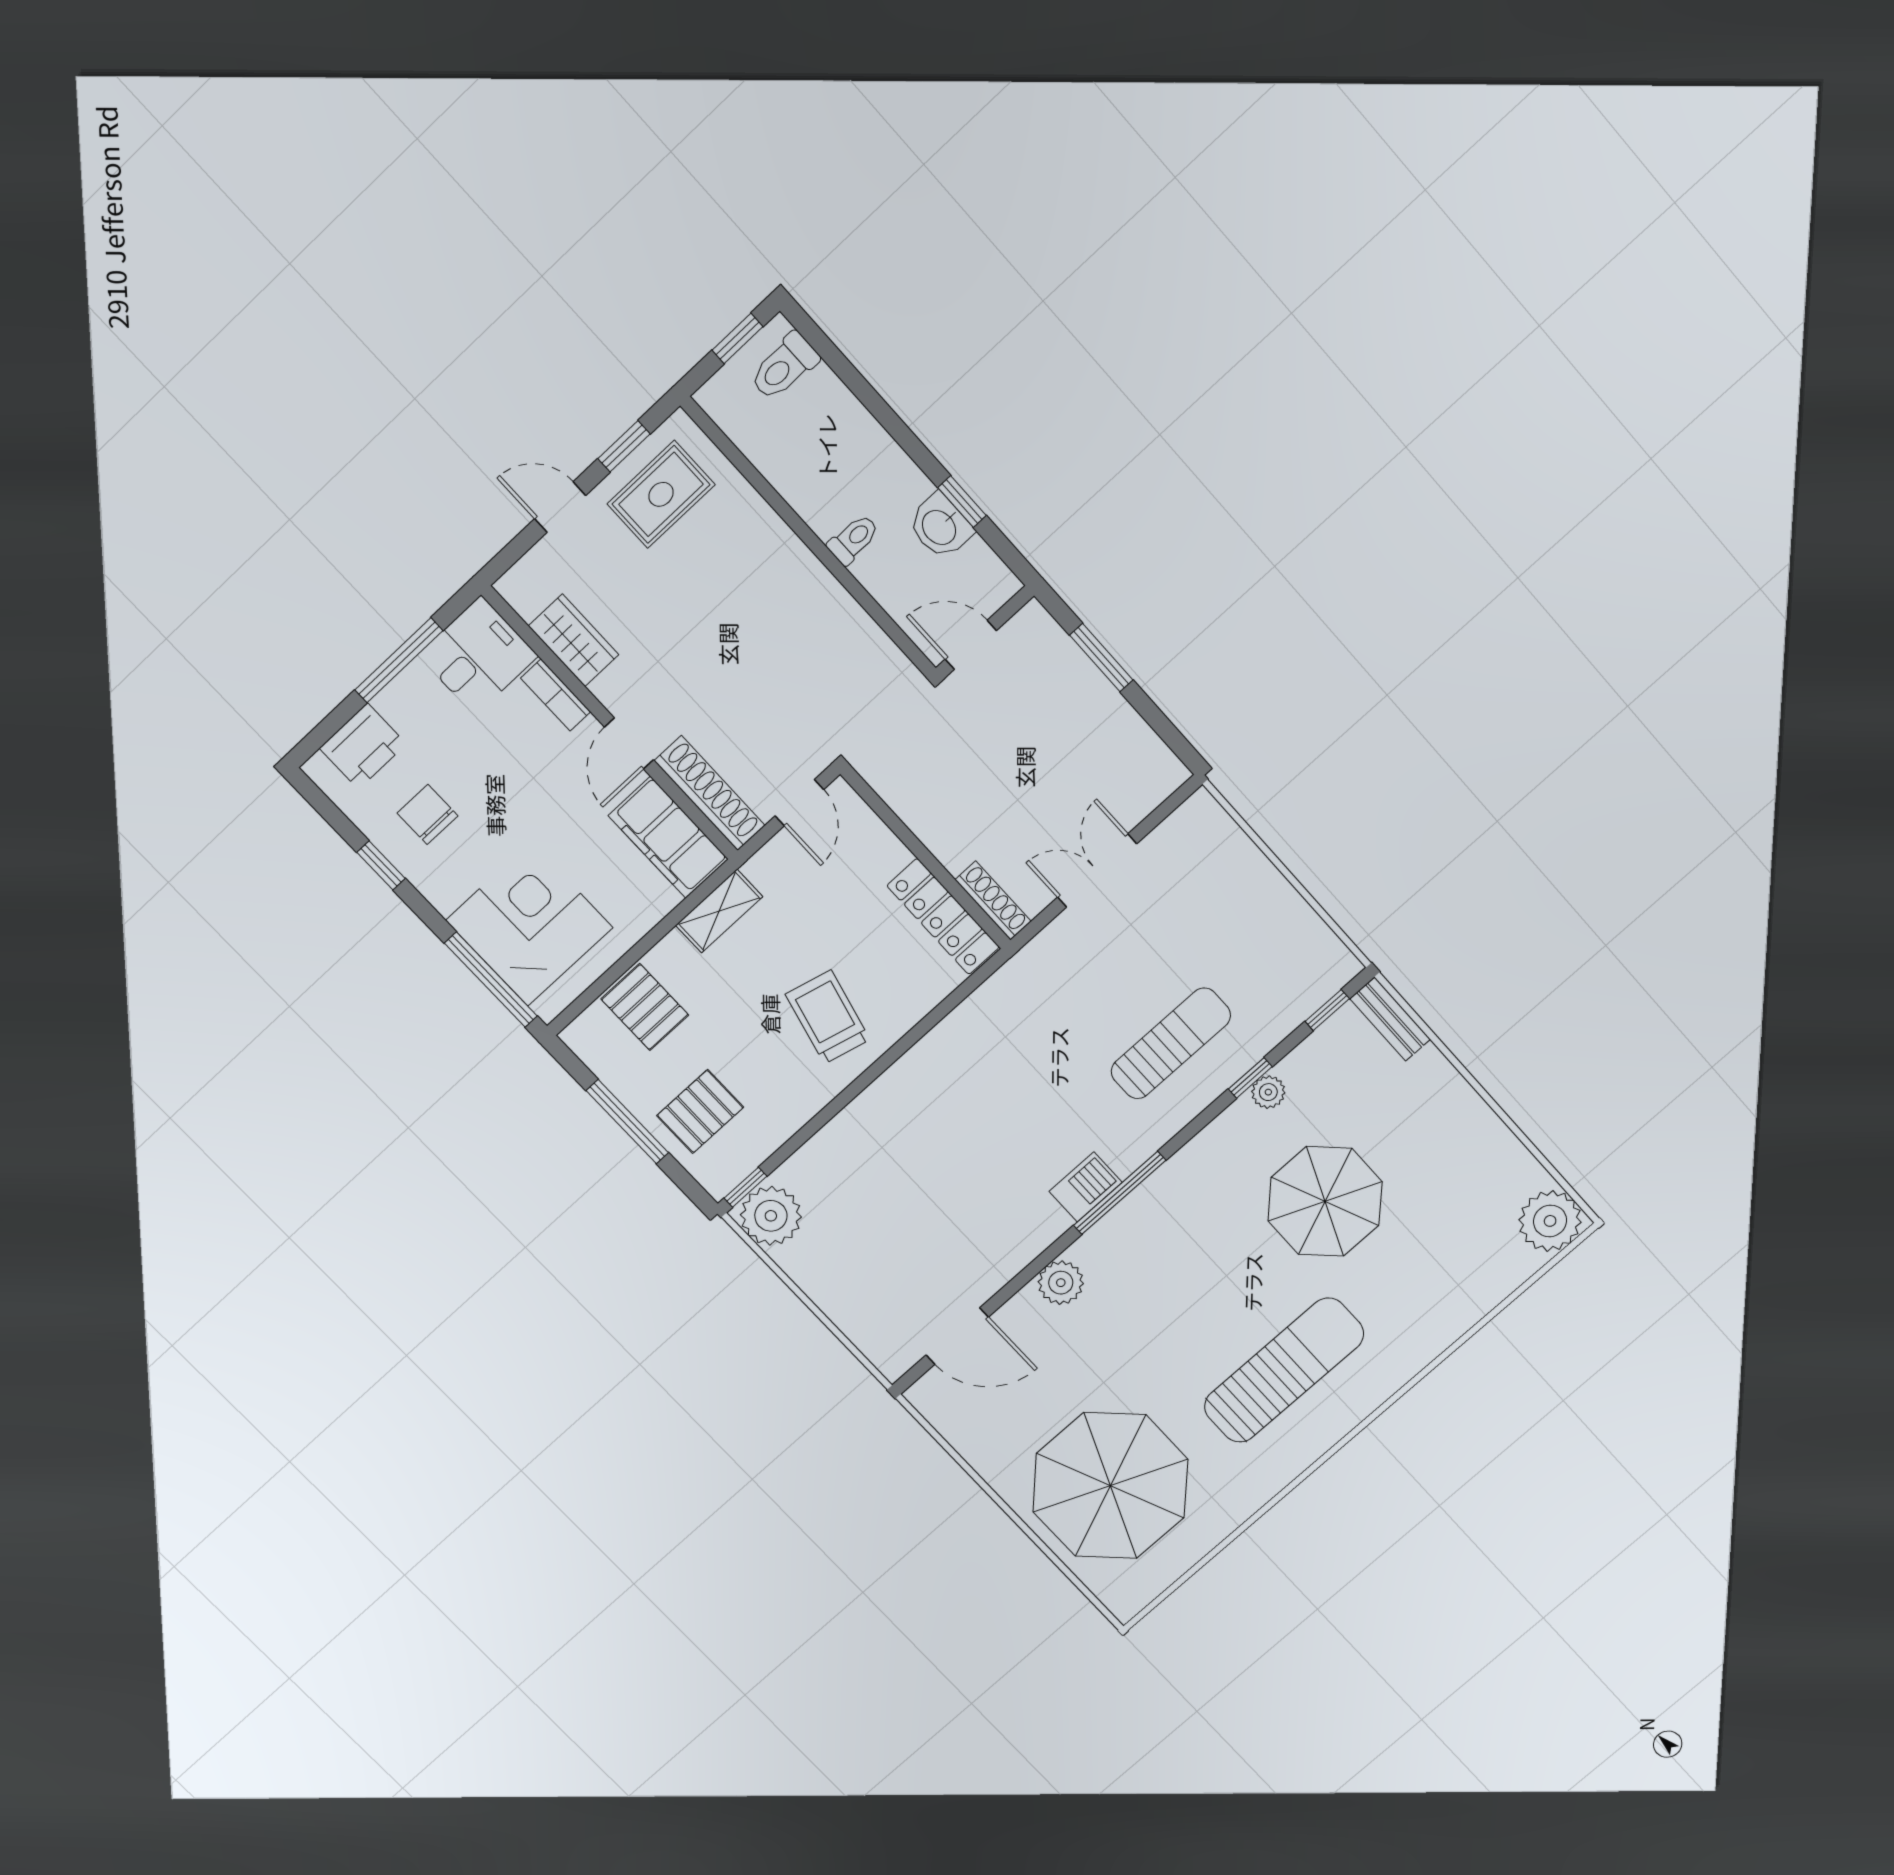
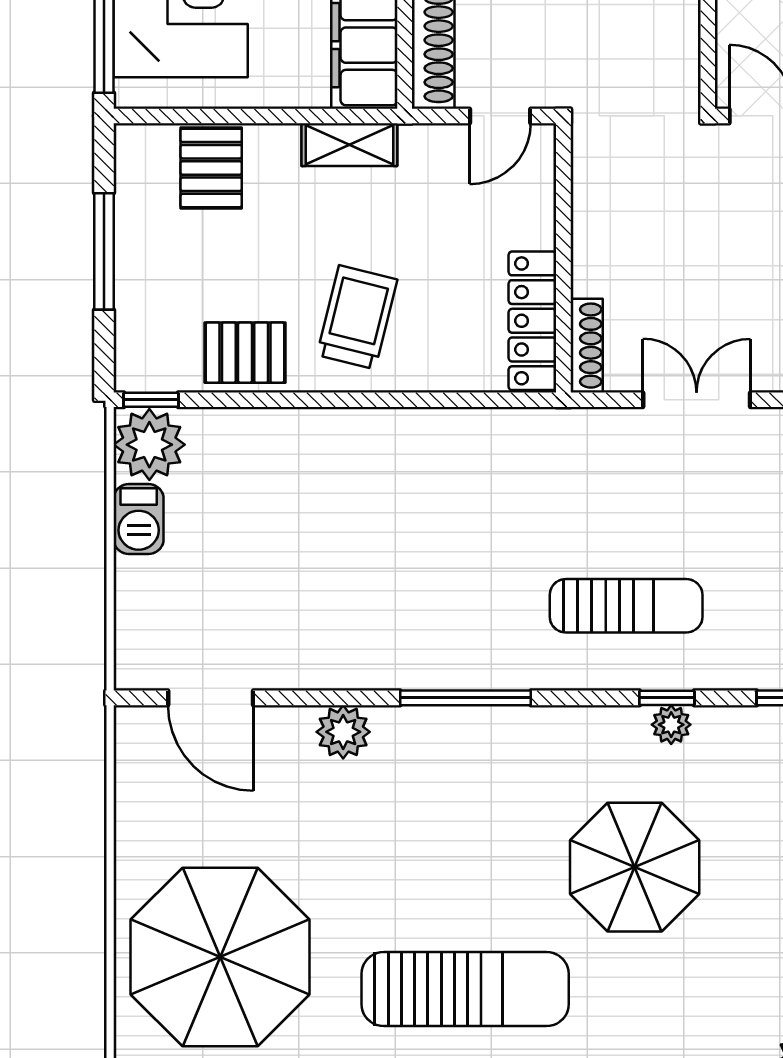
pallet: (700, 1111) -> (245, 353), moved
barbecue: (1086, 1187) -> (139, 519), moved, turned 90

